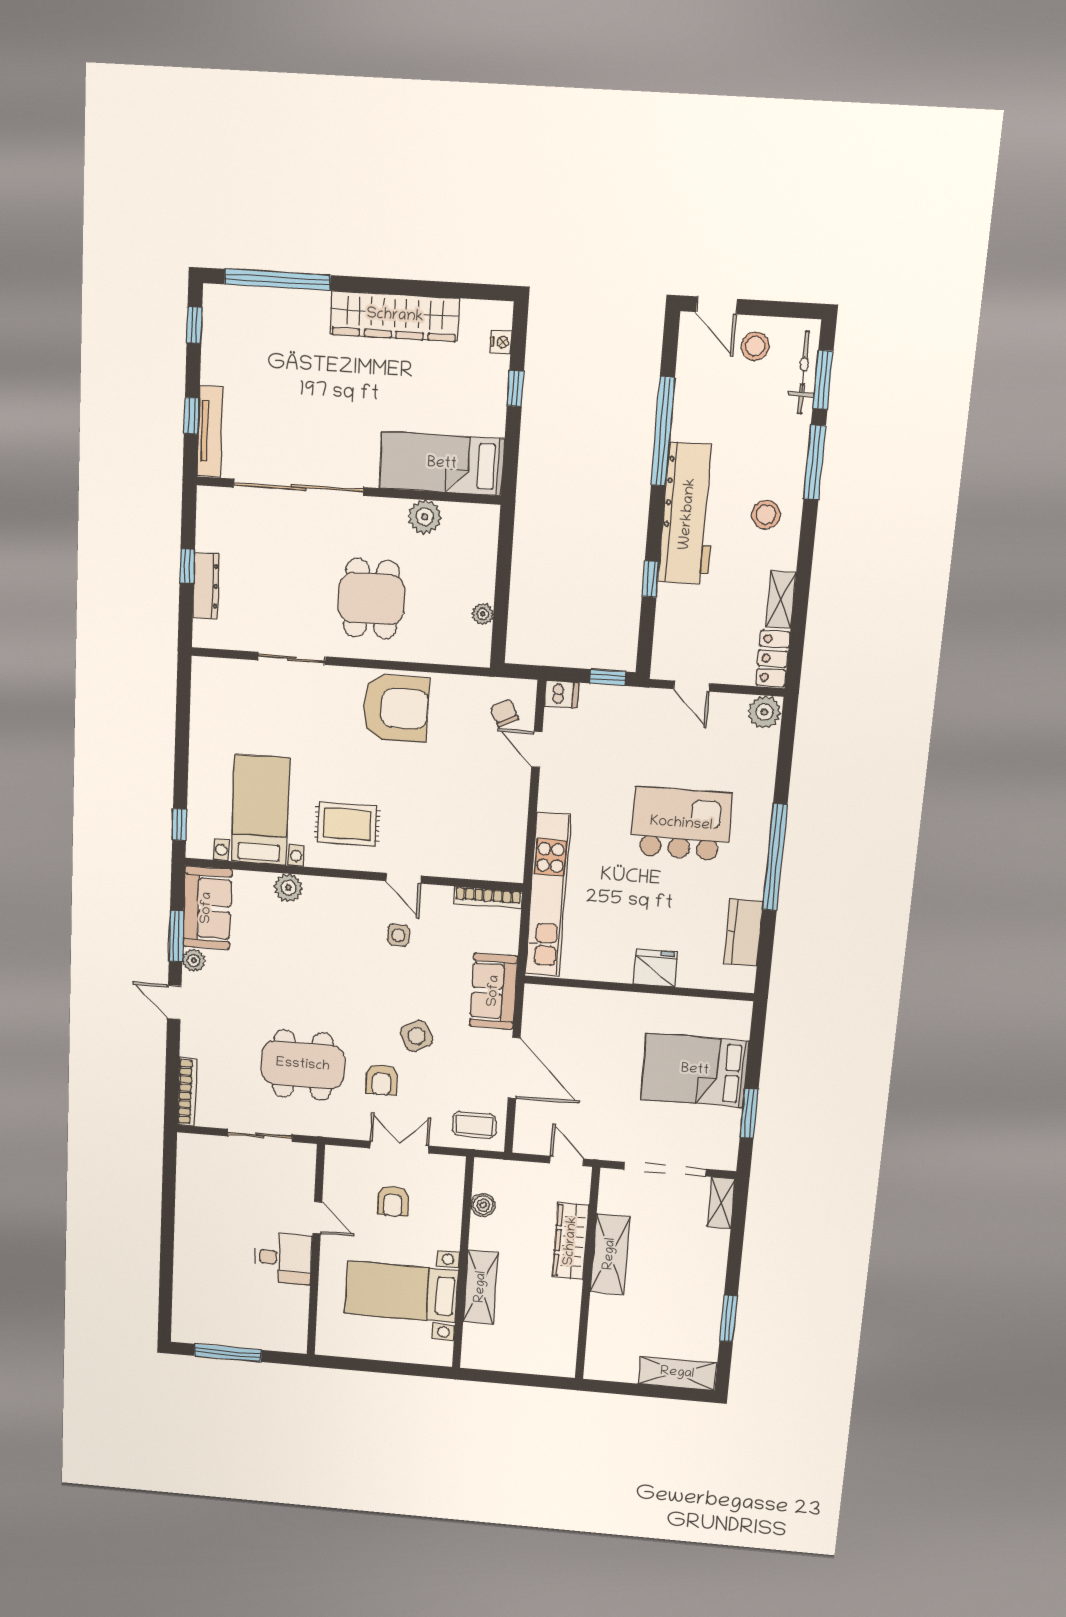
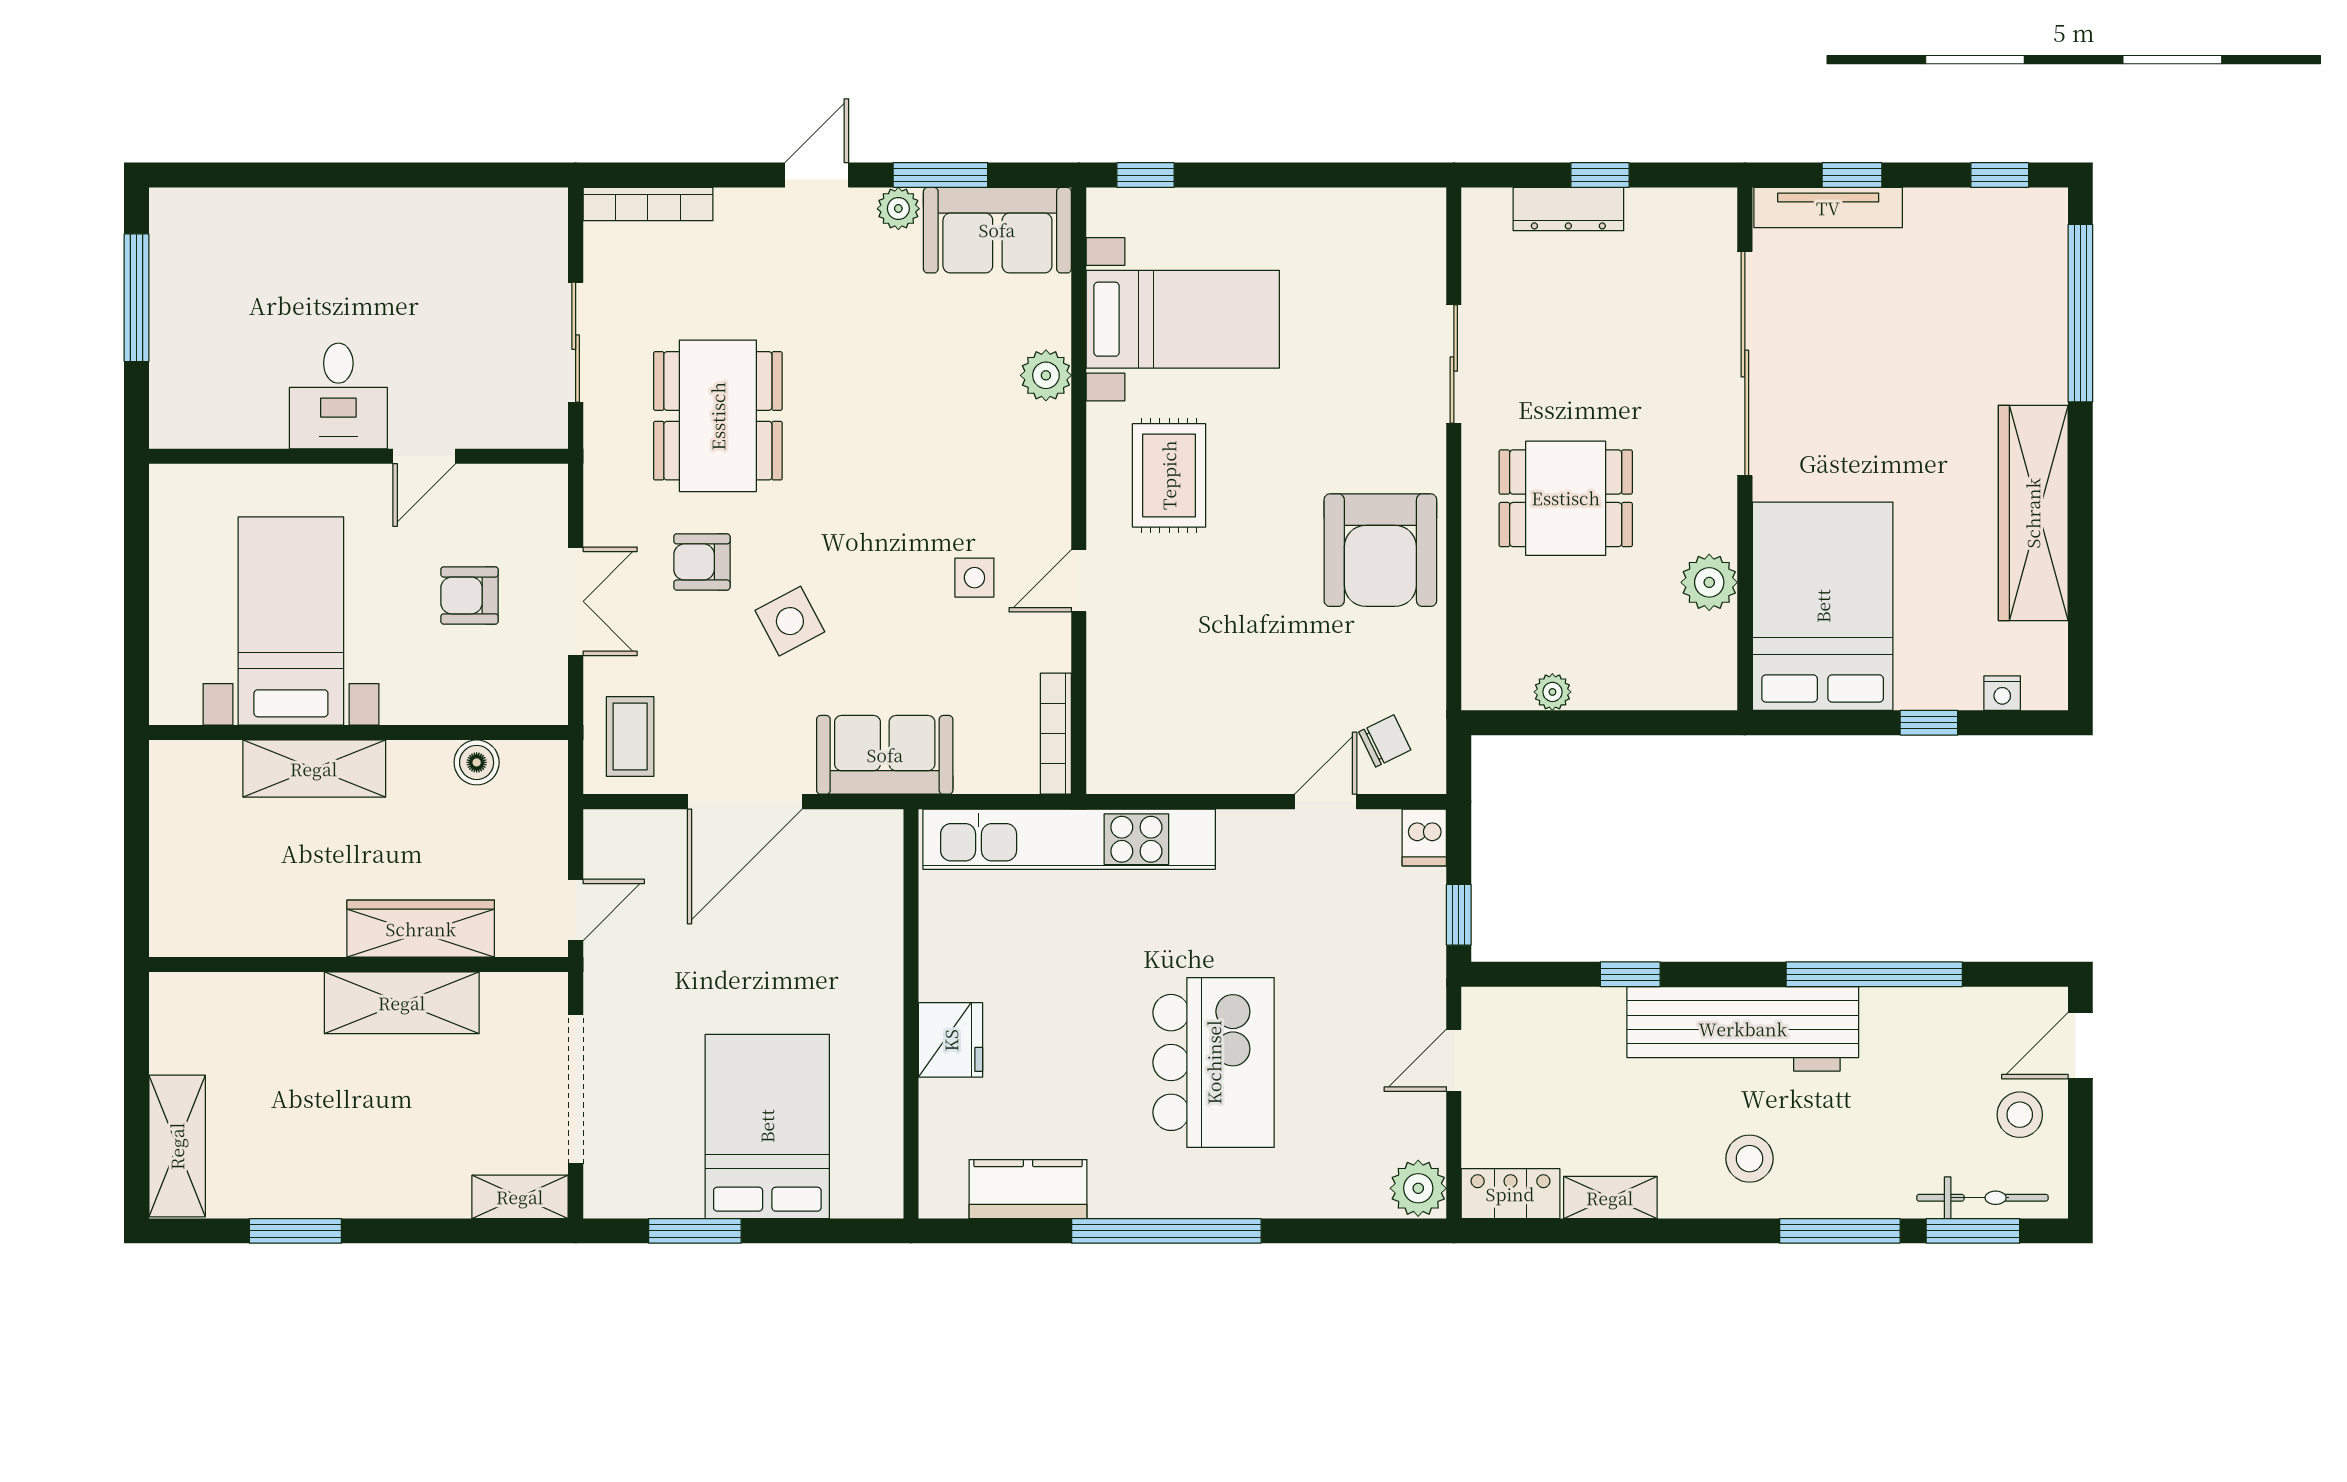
bed: (442, 464) -> (1823, 606), width x1.50

